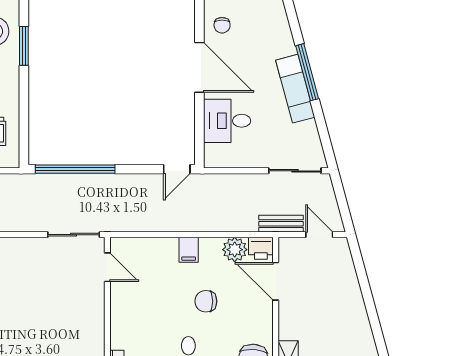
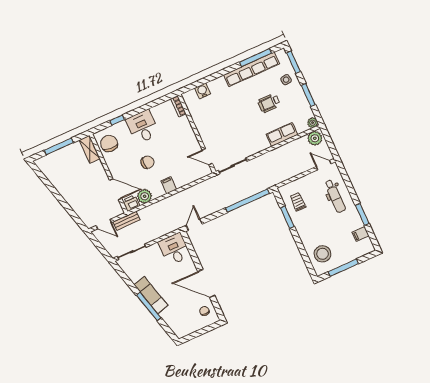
window: (24, 46) -> (287, 217), moved
desk: (227, 121) -> (174, 249), moved, turned -90

